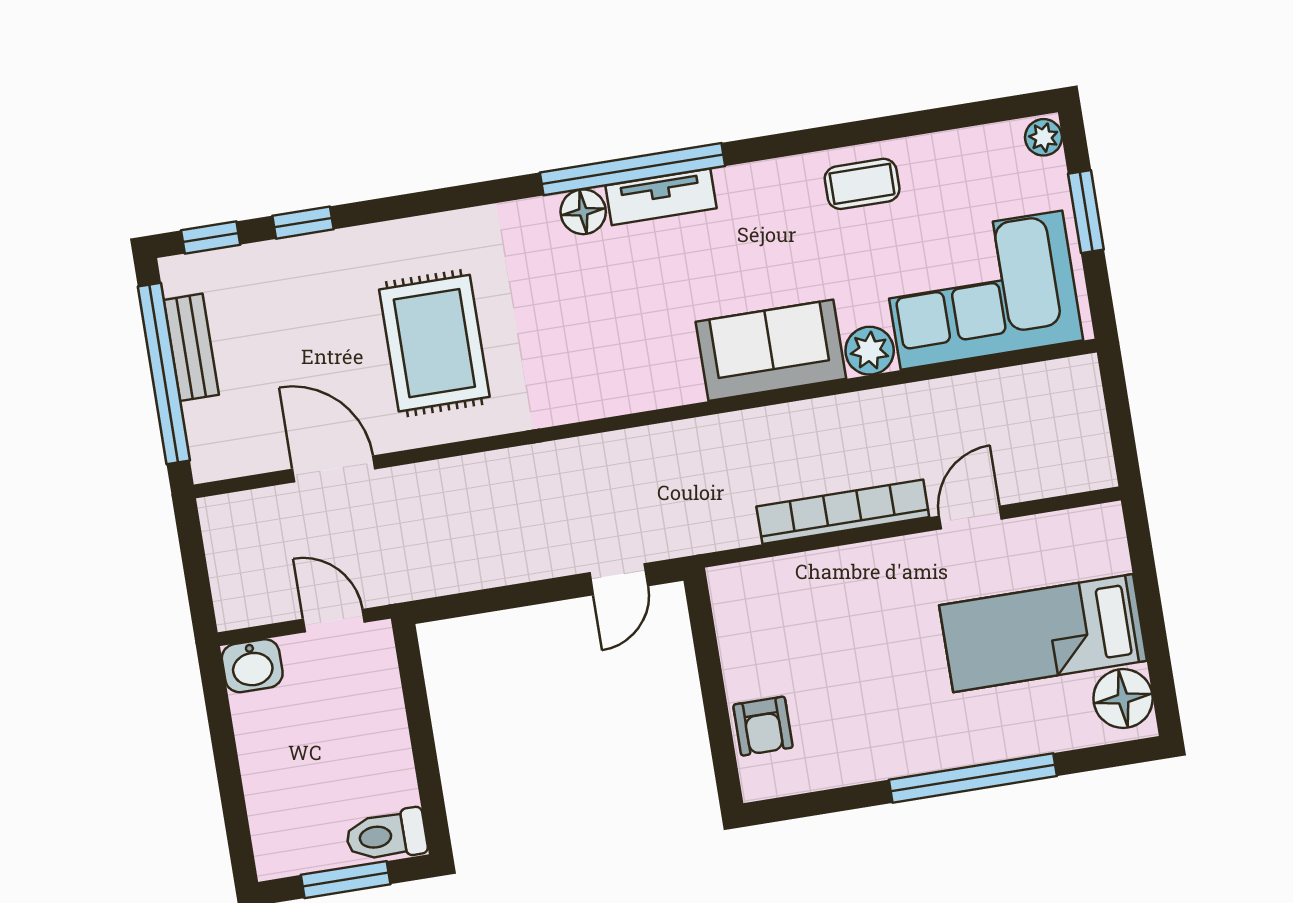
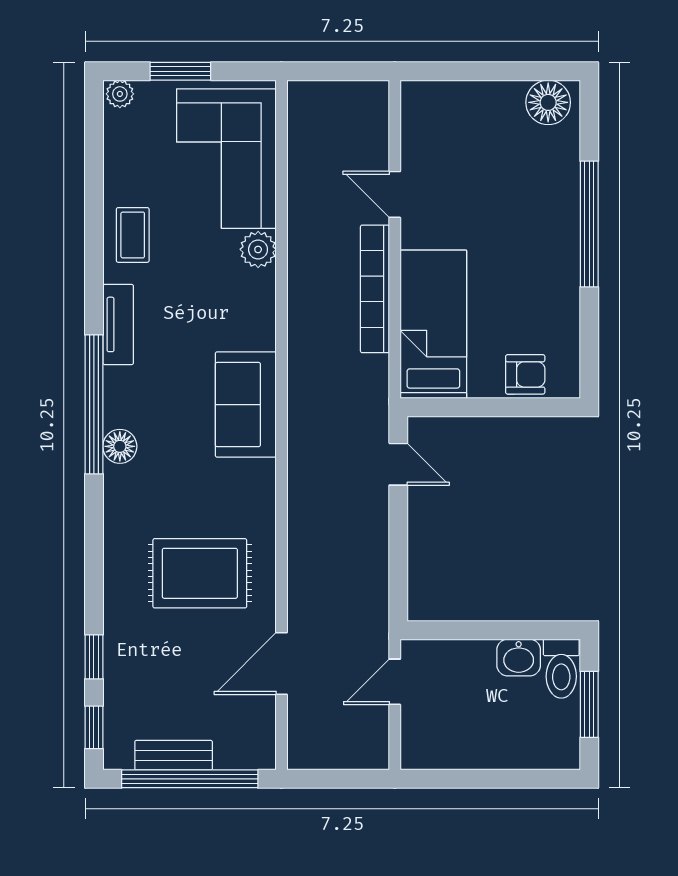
tv unit: (661, 197) -> (118, 324), moved
sofa: (771, 350) -> (246, 405), moved
bed: (1043, 633) -> (433, 324), moved, turned 180
washbasin: (252, 666) -> (519, 658), moved, turned 90

